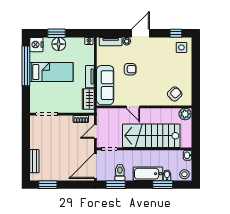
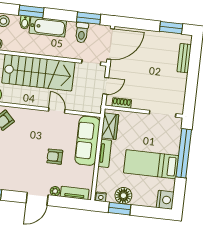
window: (57, 33) -> (120, 209), moved
floor lamp: (59, 44) -> (123, 196), moved
window: (26, 66) -> (184, 153), moved

